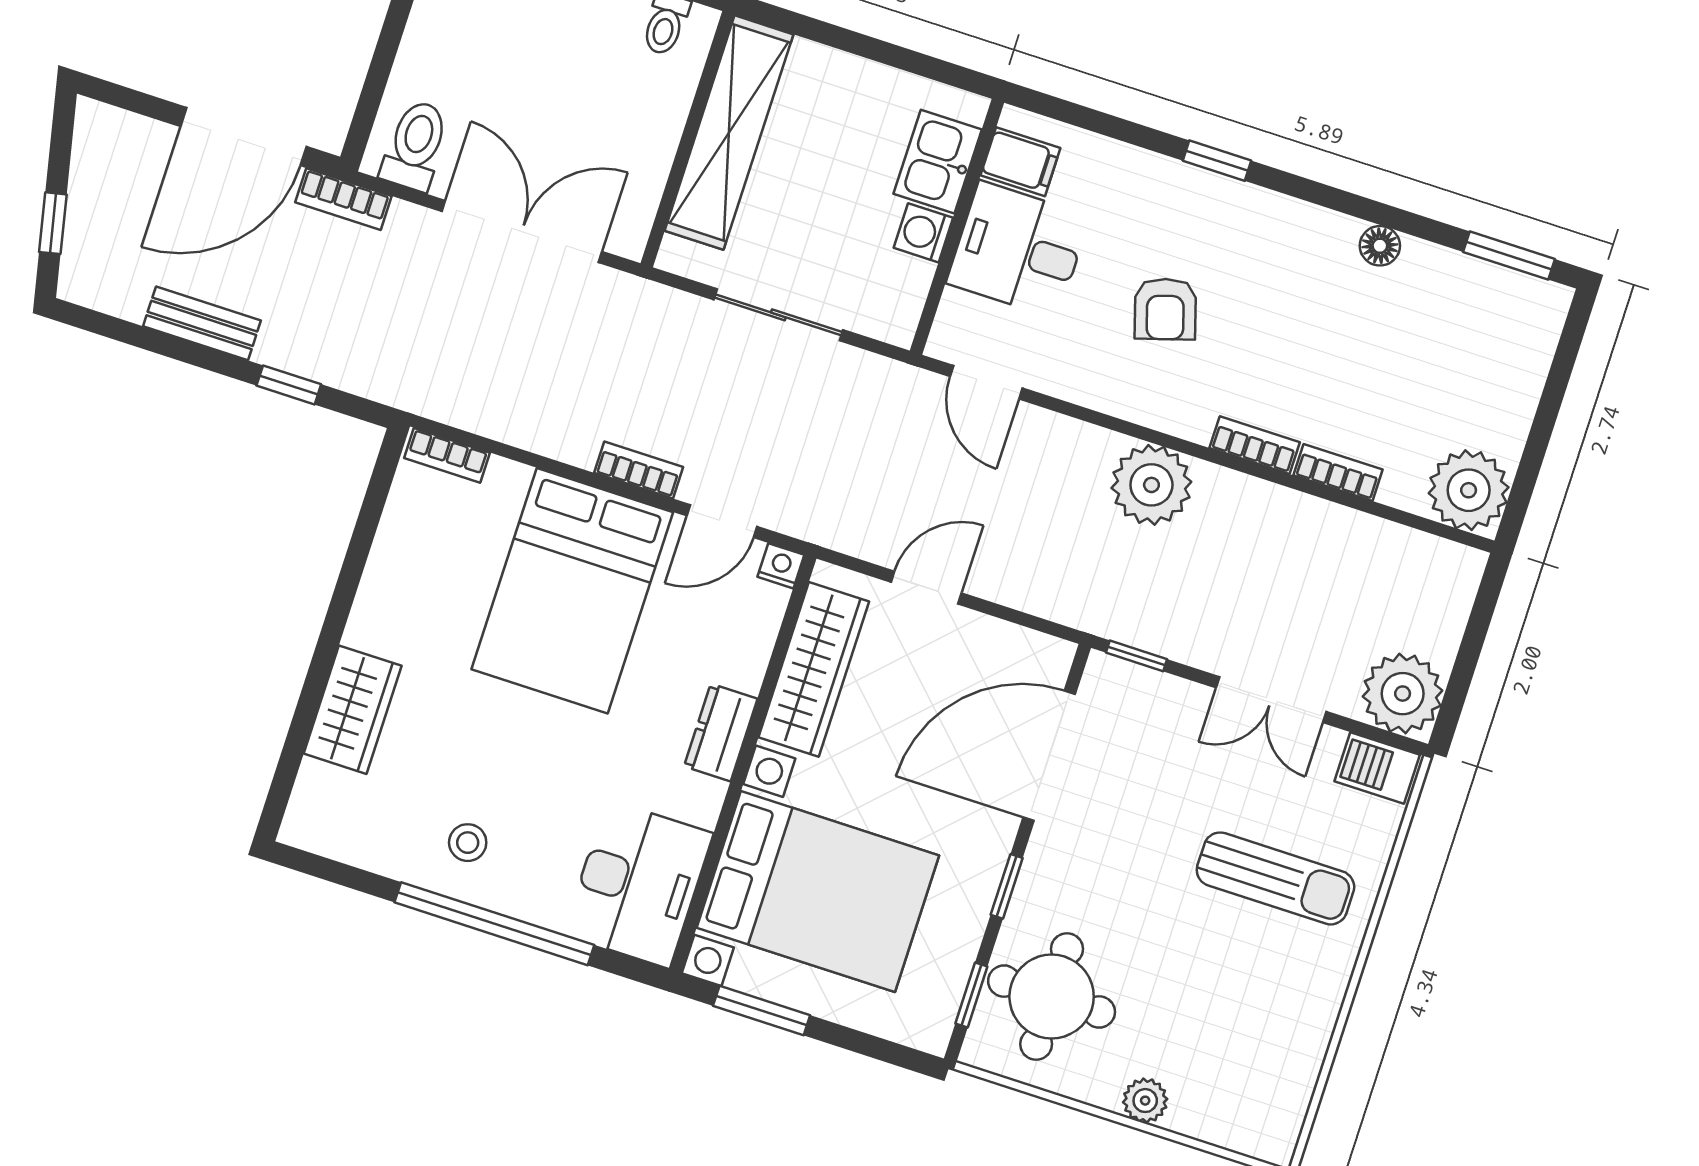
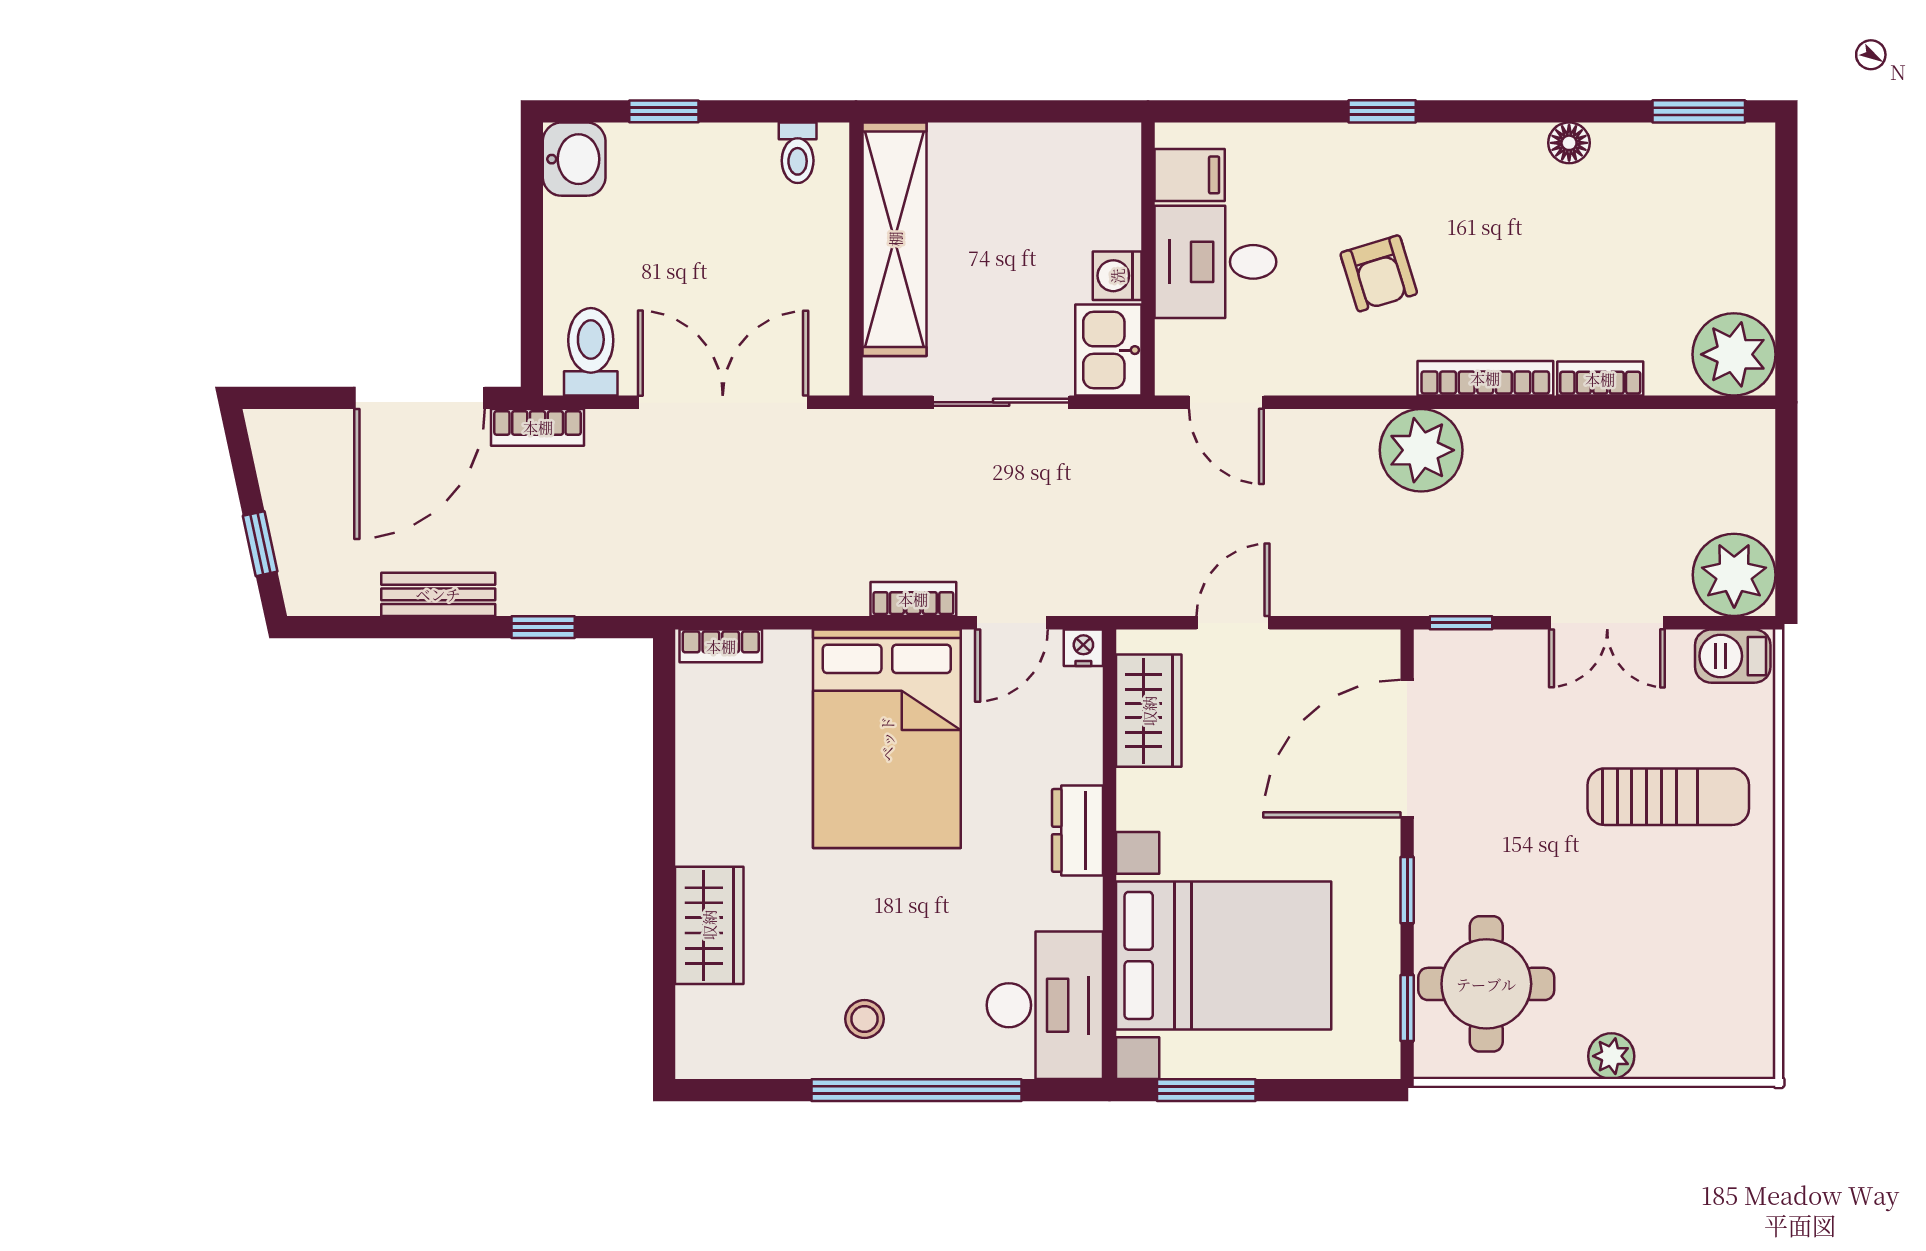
kitchen sink: (938, 162) -> (1108, 350), moved
bookcase: (1255, 445) -> (1485, 378), width x1.56
wardrobe: (814, 669) -> (1149, 711), width x0.67

